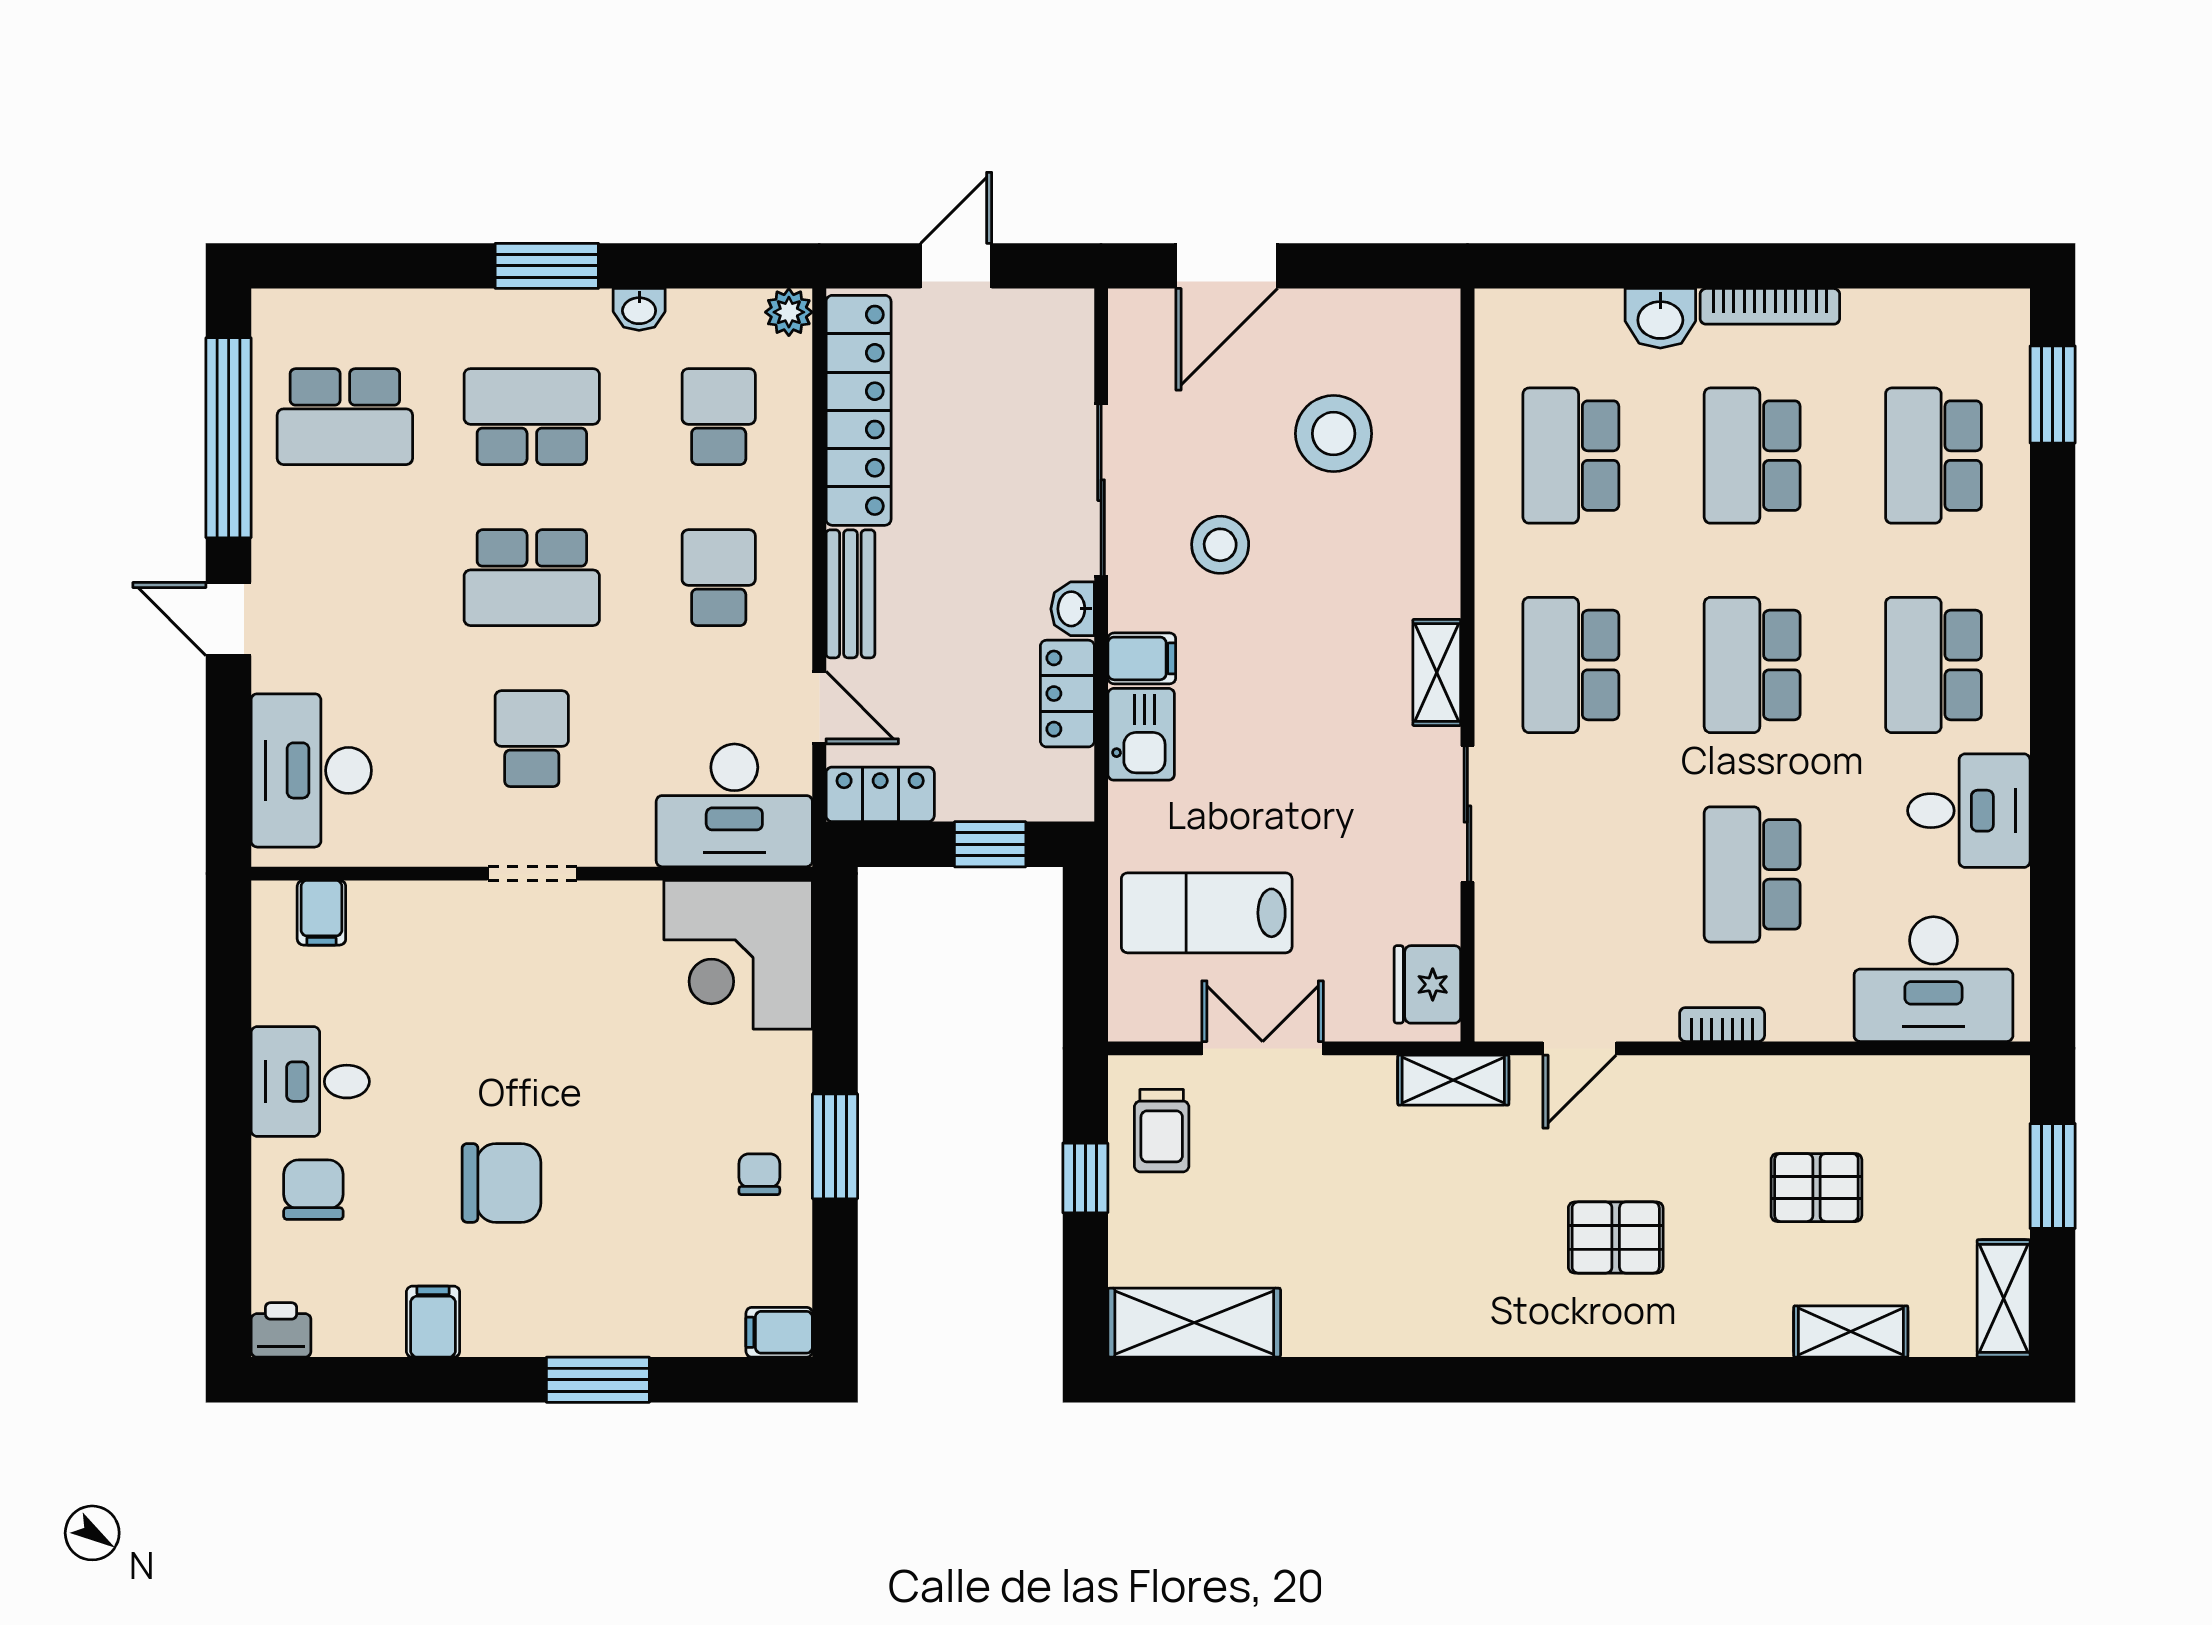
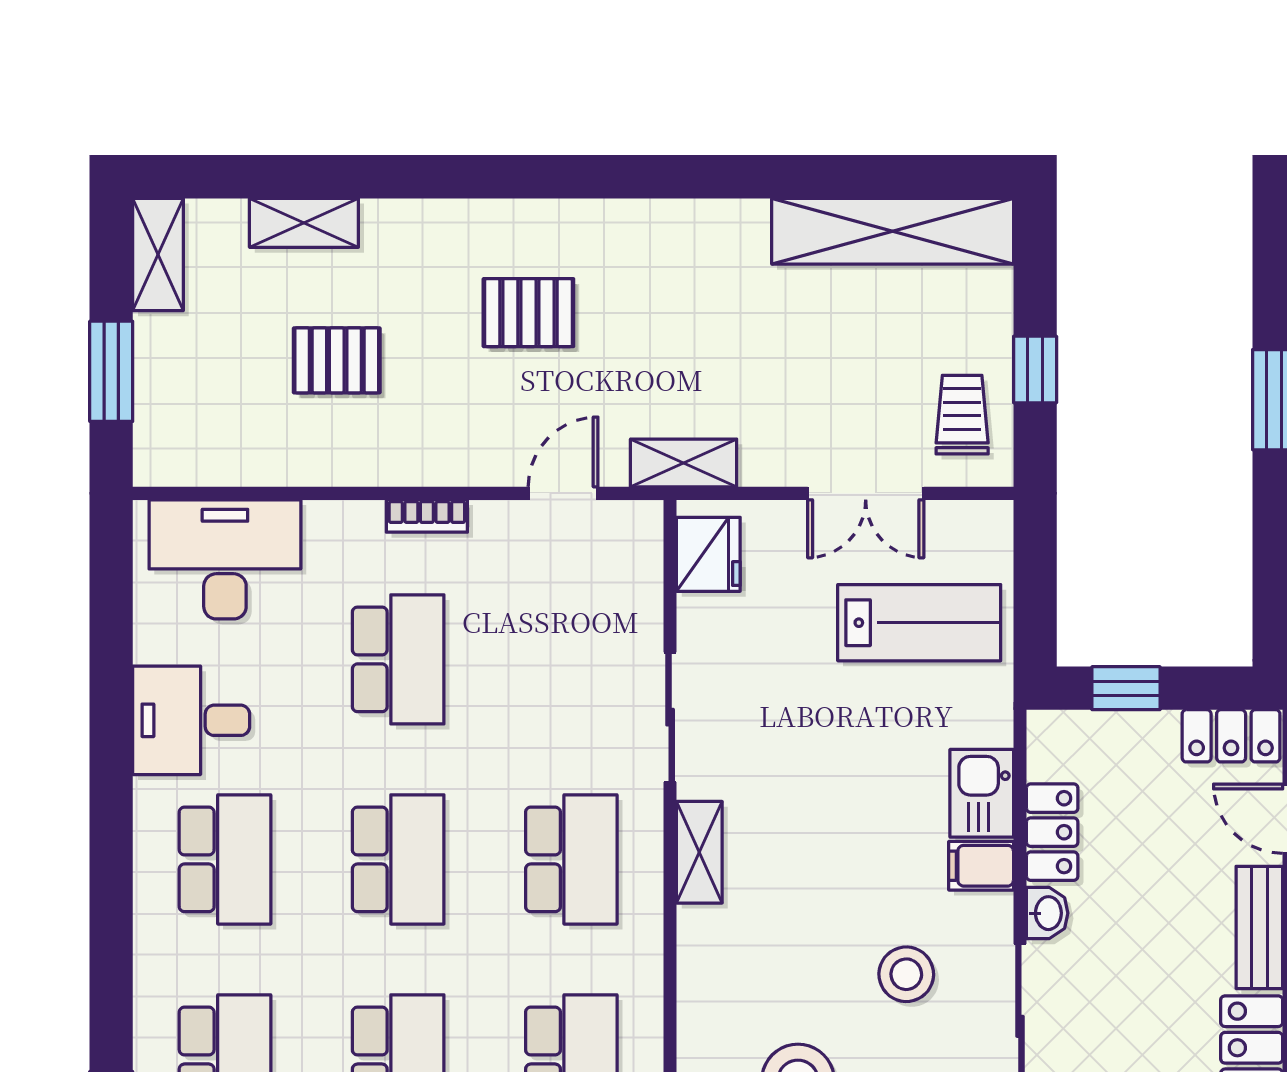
shelving: (1194, 1323) -> (893, 231), width x1.47

